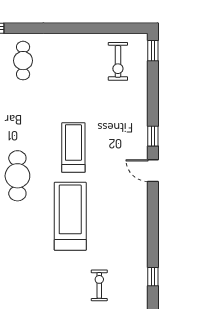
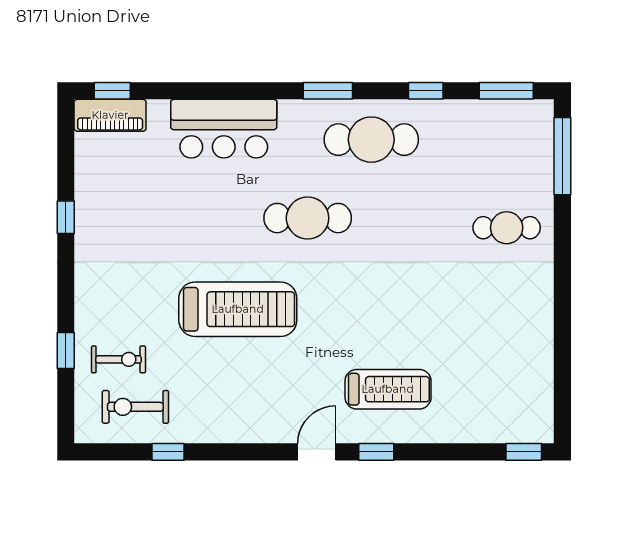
exercise bike: (118, 61) -> (135, 407), moved
treadmill: (73, 148) -> (388, 389), moved
window: (153, 277) -> (168, 452), moved

